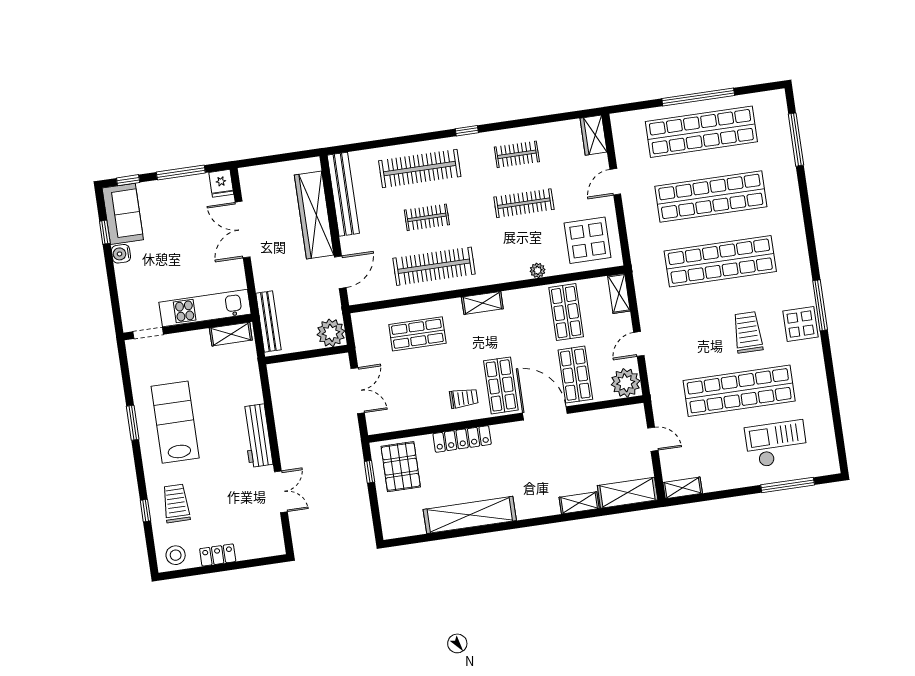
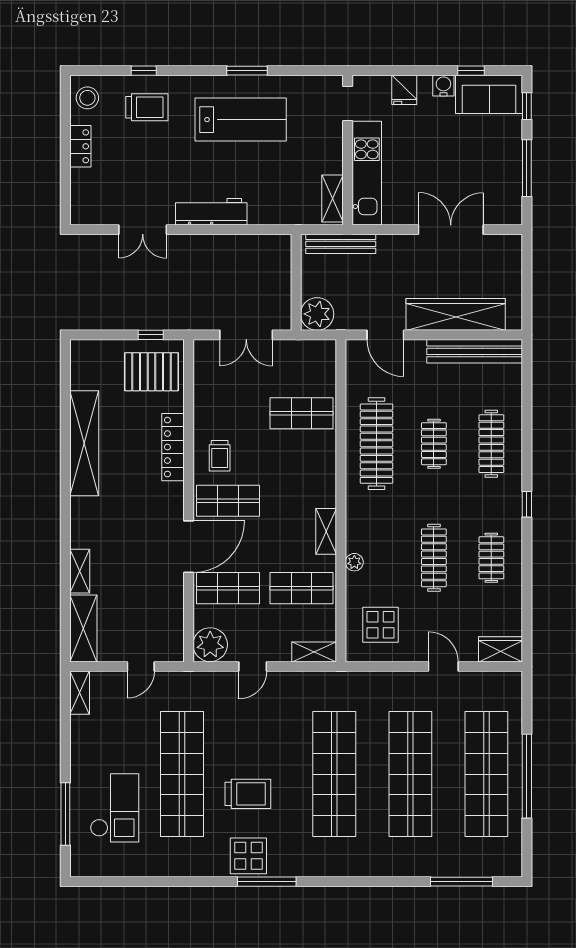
clothes rail: (420, 169) -> (491, 444), width x0.73, depth x0.76
fridge: (221, 183) -> (404, 90), moved, turned -90
display table: (588, 240) -> (381, 625), width x0.73, depth x0.73
shelving: (482, 303) -> (326, 531), moved
shop shelf: (417, 334) -> (302, 413), turned 90
door: (639, 344) -> (253, 666), swing flipped

